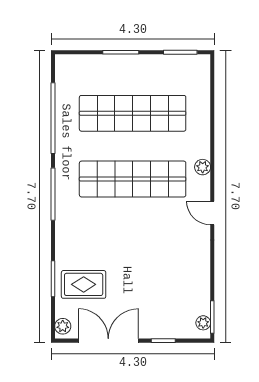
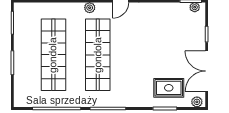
rug: (84, 284) -> (169, 88), turned 90

